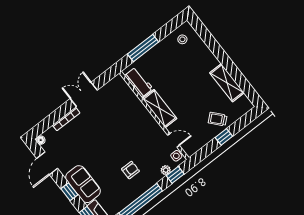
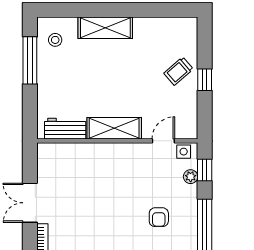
window: (143, 48) -> (30, 60), moved
shelving: (227, 83) -> (105, 28), moved
armchair: (130, 170) -> (159, 217), turned 180

